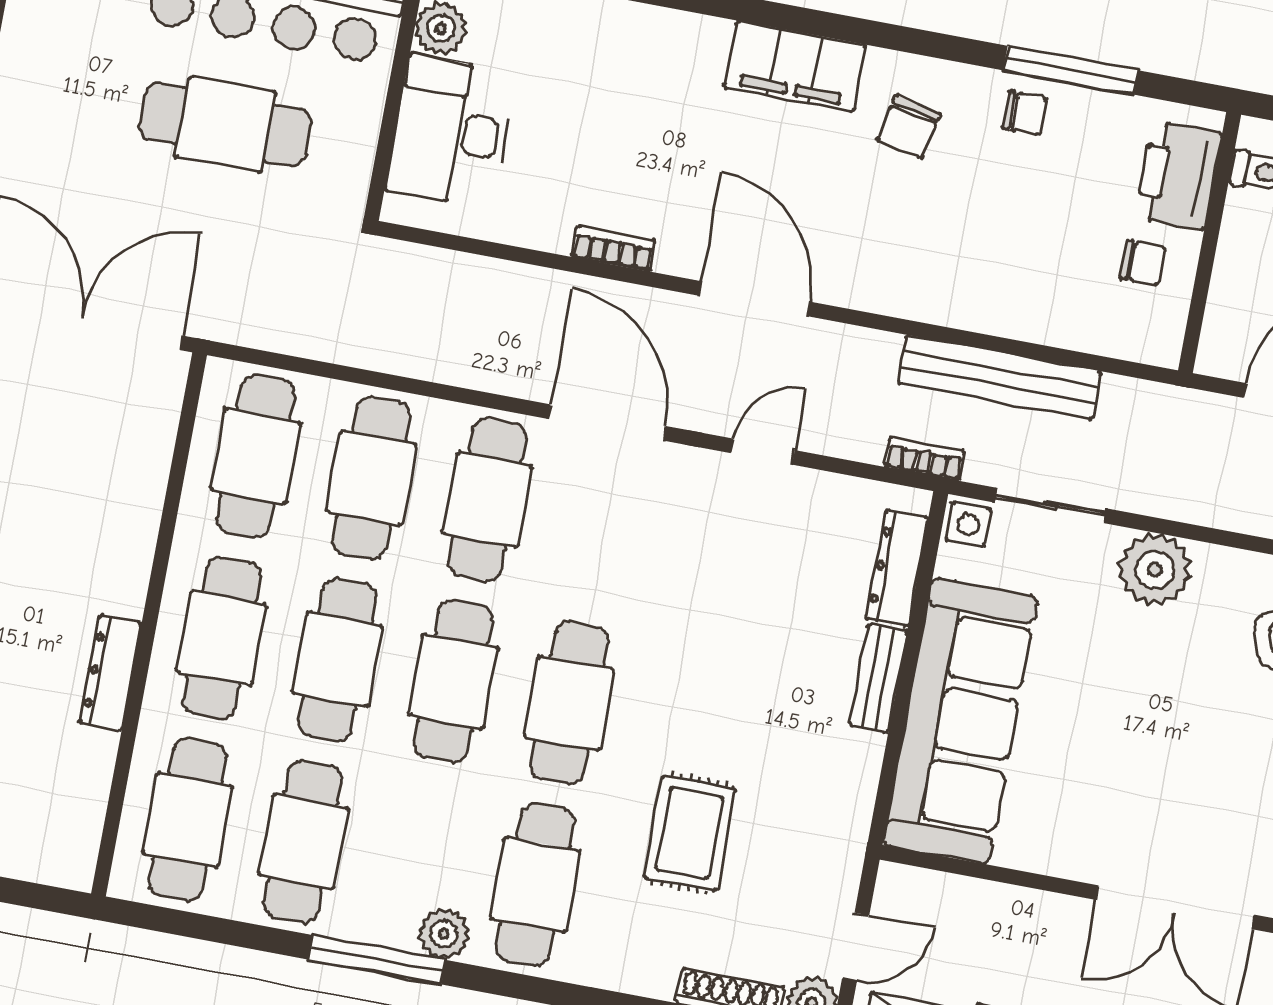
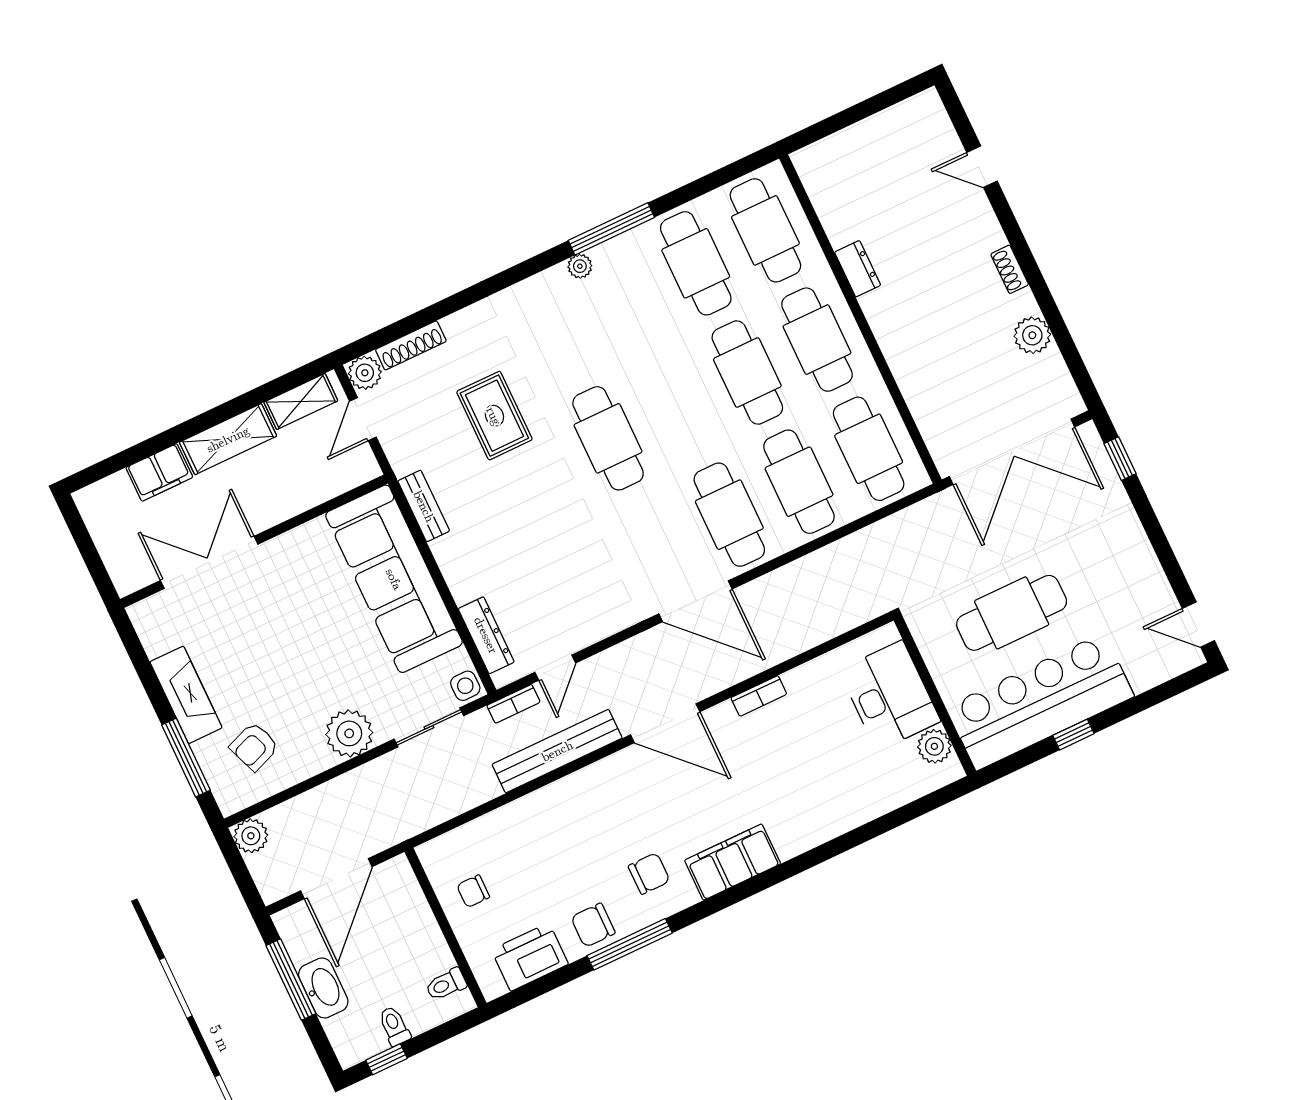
window: (1071, 70) -> (630, 944), moved
chair: (1025, 113) -> (593, 925), width x1.37, depth x1.37
chair: (909, 127) -> (649, 874), turned 78
printer: (1179, 175) -> (530, 957), moved, turned -90
bench: (1000, 377) -> (557, 751), moved
door: (763, 452) -> (555, 668), moved
dresser: (111, 673) -> (858, 269), width x0.70
bench: (878, 678) -> (424, 506), moved
cafe table: (453, 681) -> (678, 405), removed
cafe table: (535, 885) -> (556, 329), removed
plant: (444, 934) -> (580, 266), width x0.73, depth x0.73

